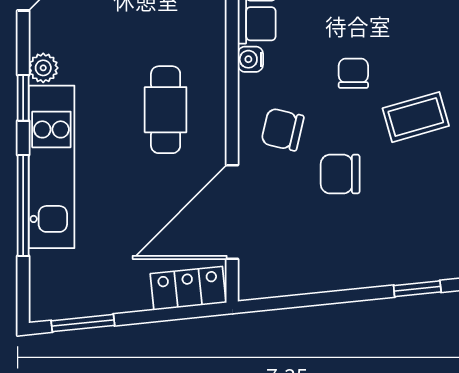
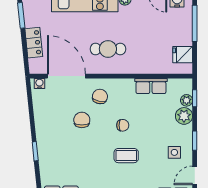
water cooler: (250, 59) -> (39, 83), moved
coffee table: (416, 117) -> (126, 156), moved, turned -74
locker: (188, 288) -> (34, 43), moved

